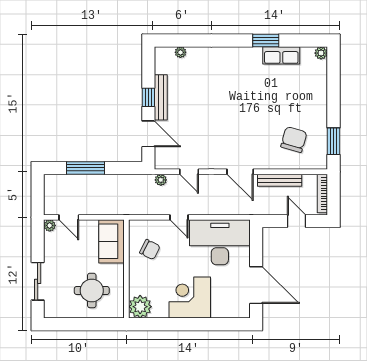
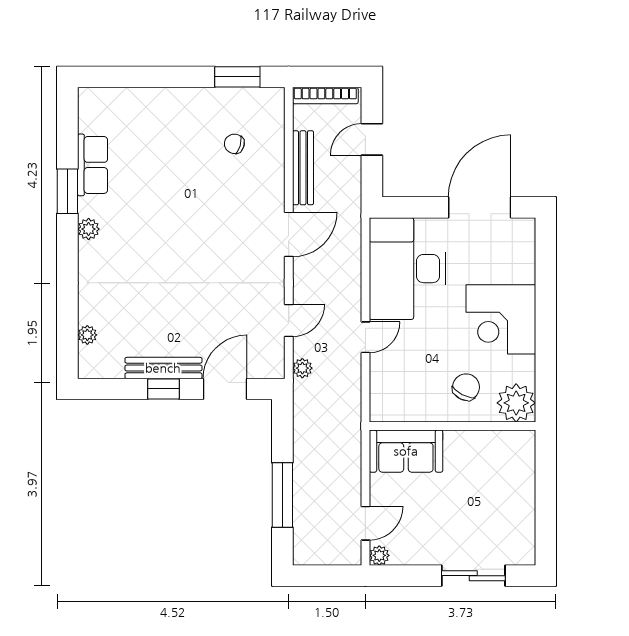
plant: (321, 53) -> (89, 229), moved
chair: (294, 139) -> (234, 144), width x0.54, depth x0.54
chair: (150, 250) -> (466, 387), moved
round table: (92, 290) -> (489, 484), removed

